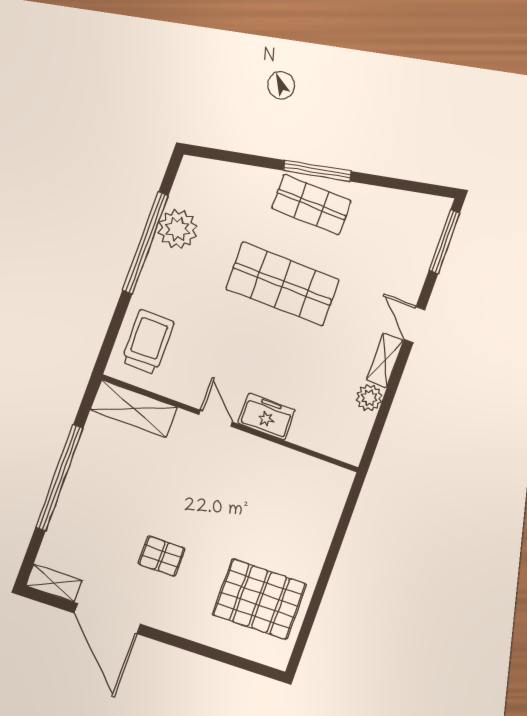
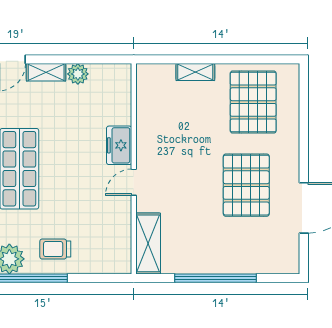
trolley: (148, 342) -> (55, 249), moved, width x0.73, depth x0.72
pallet: (162, 556) -> (246, 185), width x2.05, depth x2.00
shelving: (54, 583) -> (195, 72), moved, turned 90

